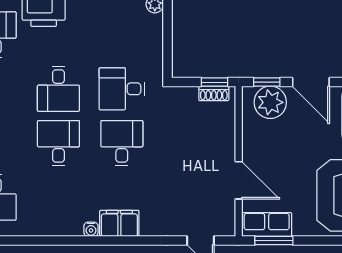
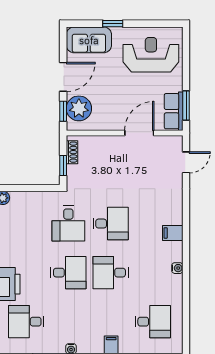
window: (214, 82) -> (63, 165), moved
desk: (122, 143) -> (111, 224), turned 180
filing cabinet: (119, 223) -> (173, 233), width x0.50
water cooler: (91, 229) -> (177, 268), moved

